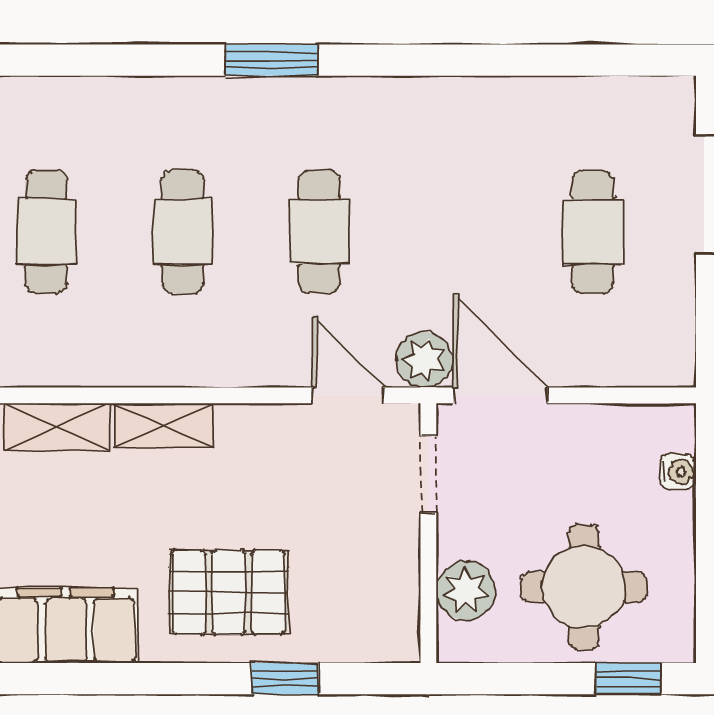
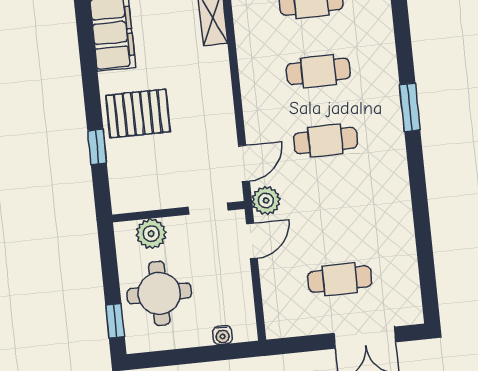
door: (500, 395) -> (252, 241), width x0.73
shelving: (164, 426) -> (219, 72), removed
pallet: (229, 592) -> (138, 113), turned 90

